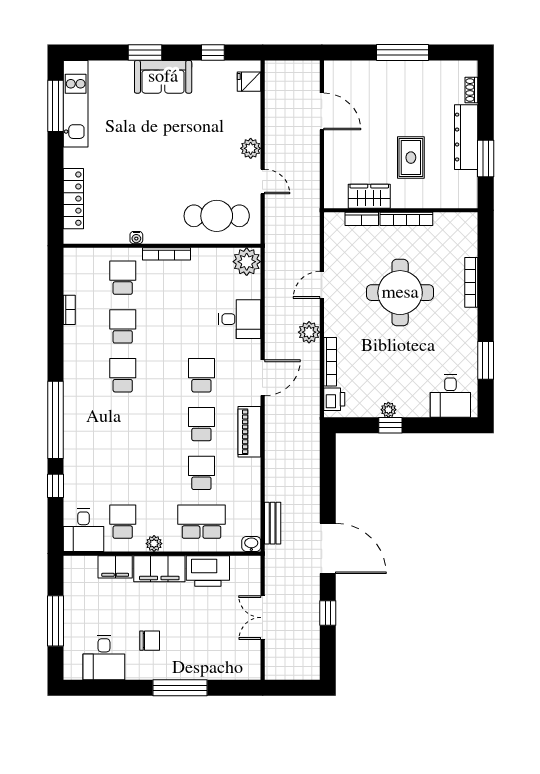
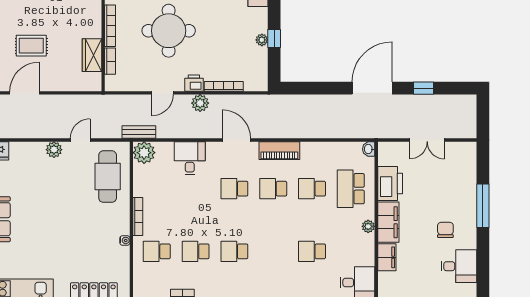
rug: (411, 158) -> (31, 46), moved
door: (322, 285) -> (163, 93), hinge flipped
printer: (334, 399) -> (194, 83), moved
school desk: (123, 522) -> (312, 251), moved
bench: (273, 523) -> (139, 132), moved

